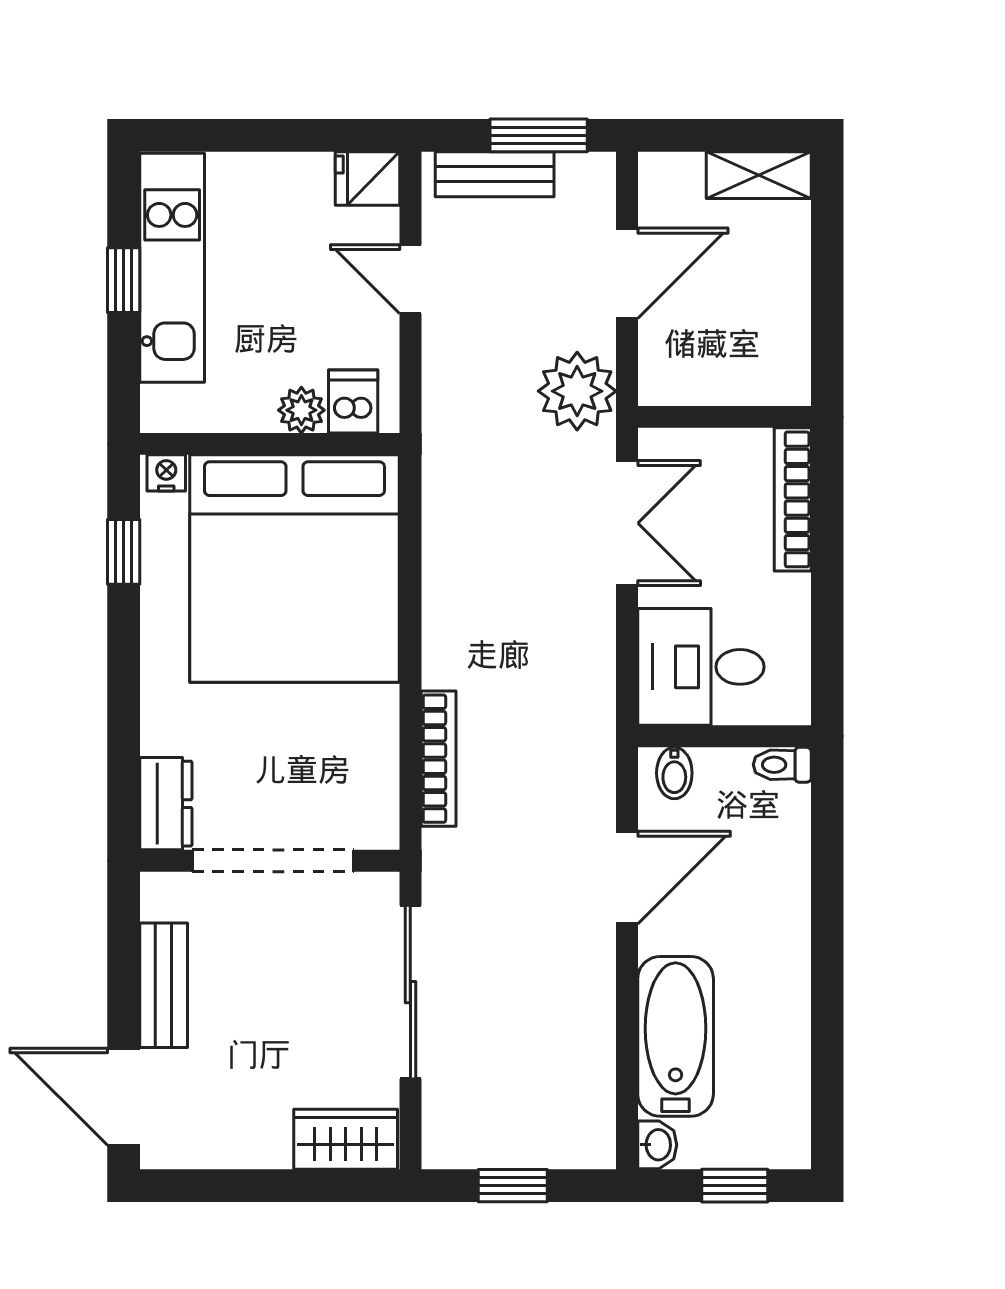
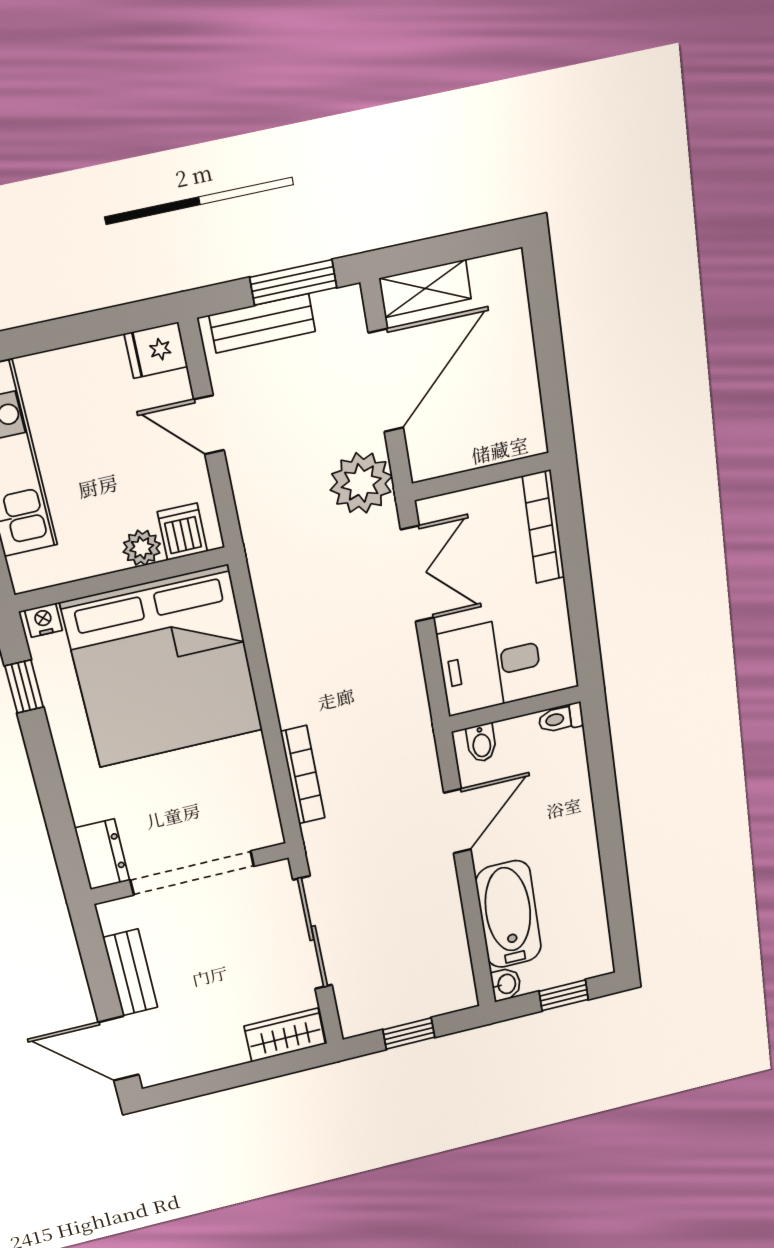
shelving: (759, 175) -> (425, 289), moved
door: (627, 273) -> (386, 381), width x1.36

